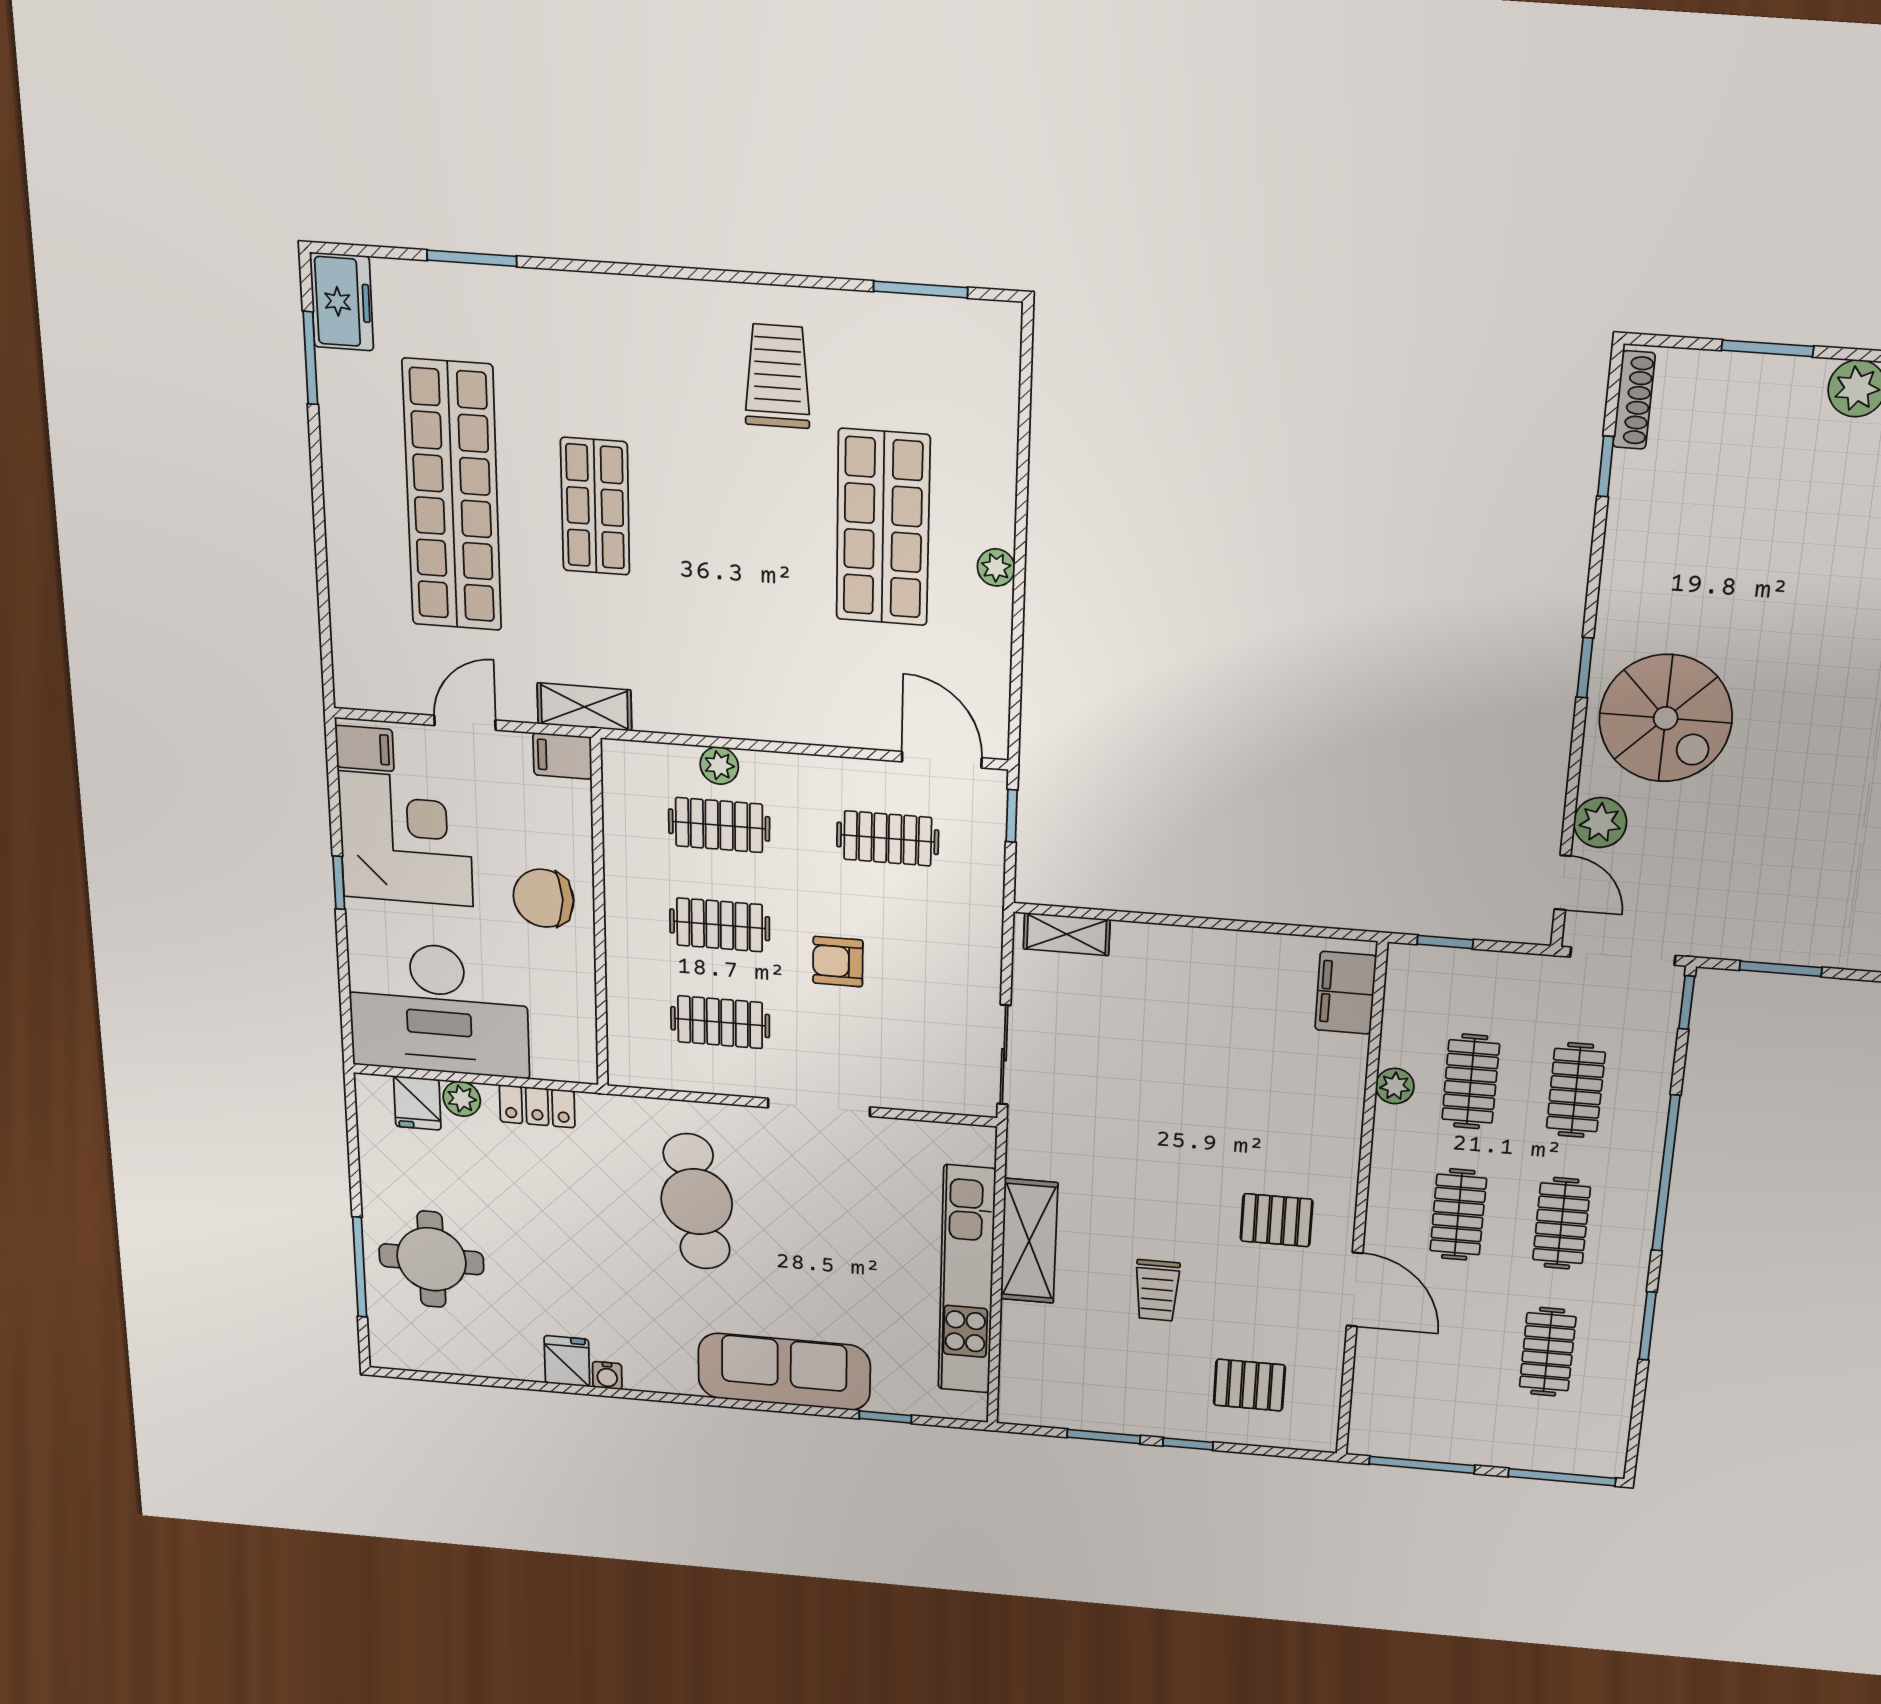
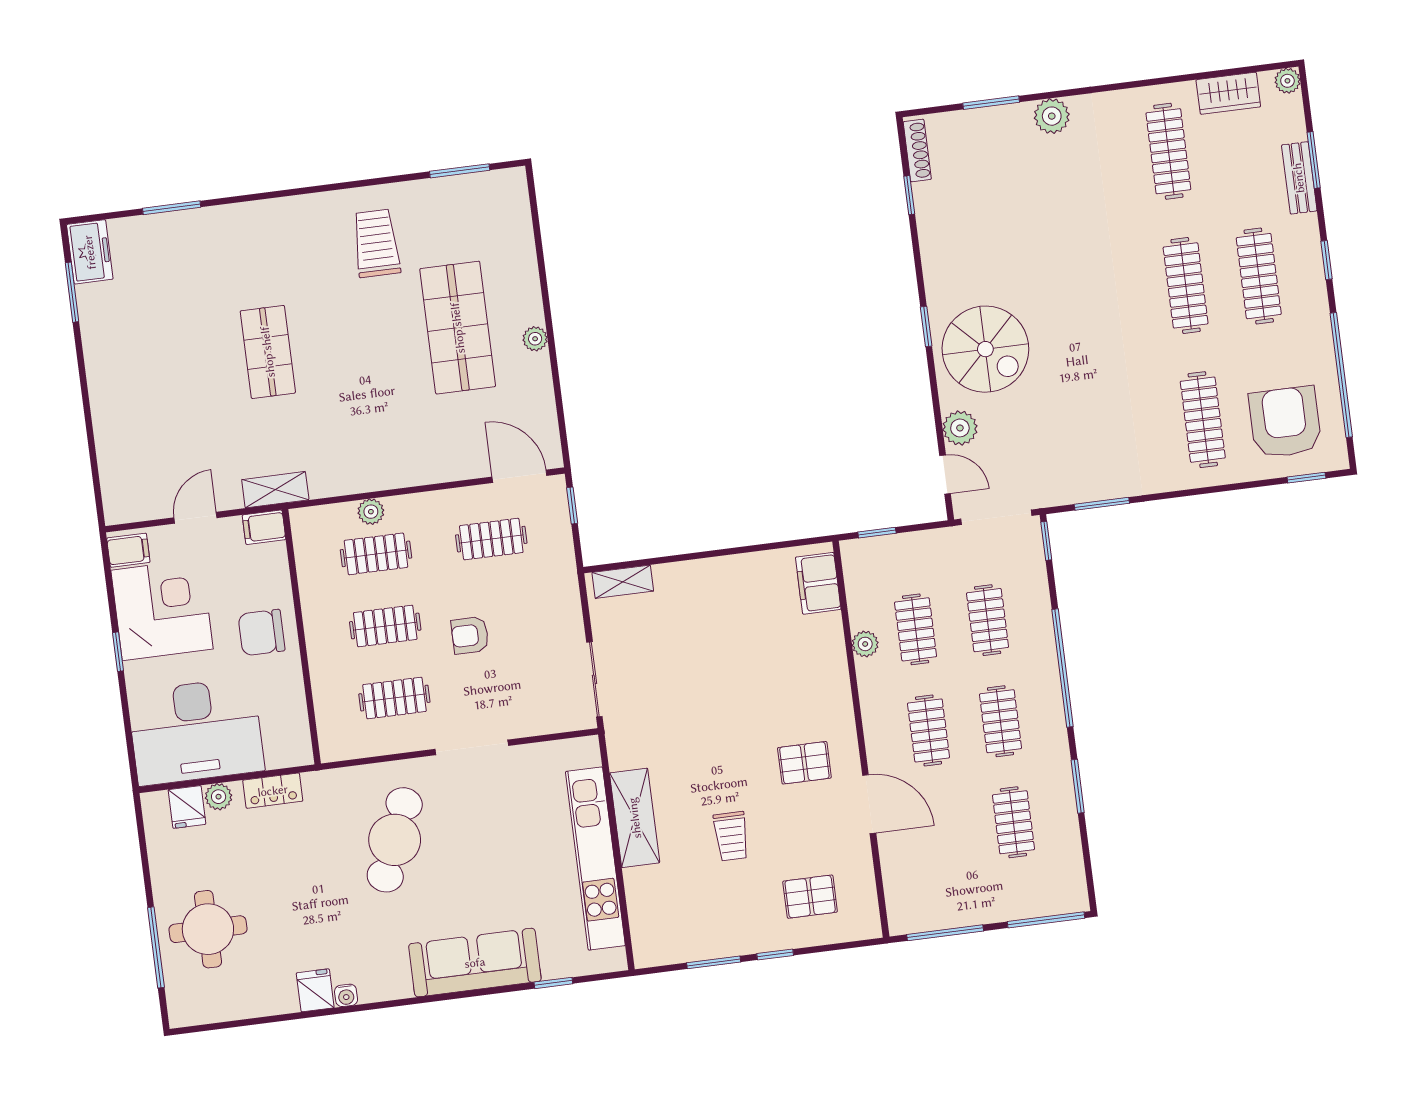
shop shelf: (452, 496) -> (173, 364), removed
cafe table: (697, 1202) -> (395, 840), turned 31

